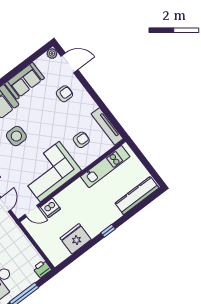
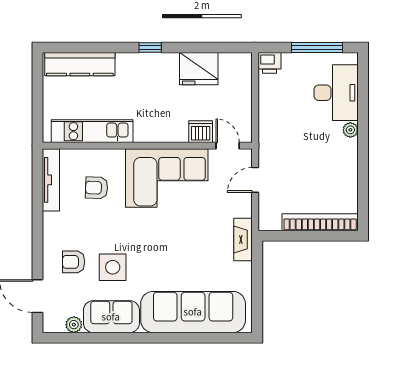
plant: (52, 54) -> (74, 325), moved
side table: (16, 136) -> (113, 267), moved

